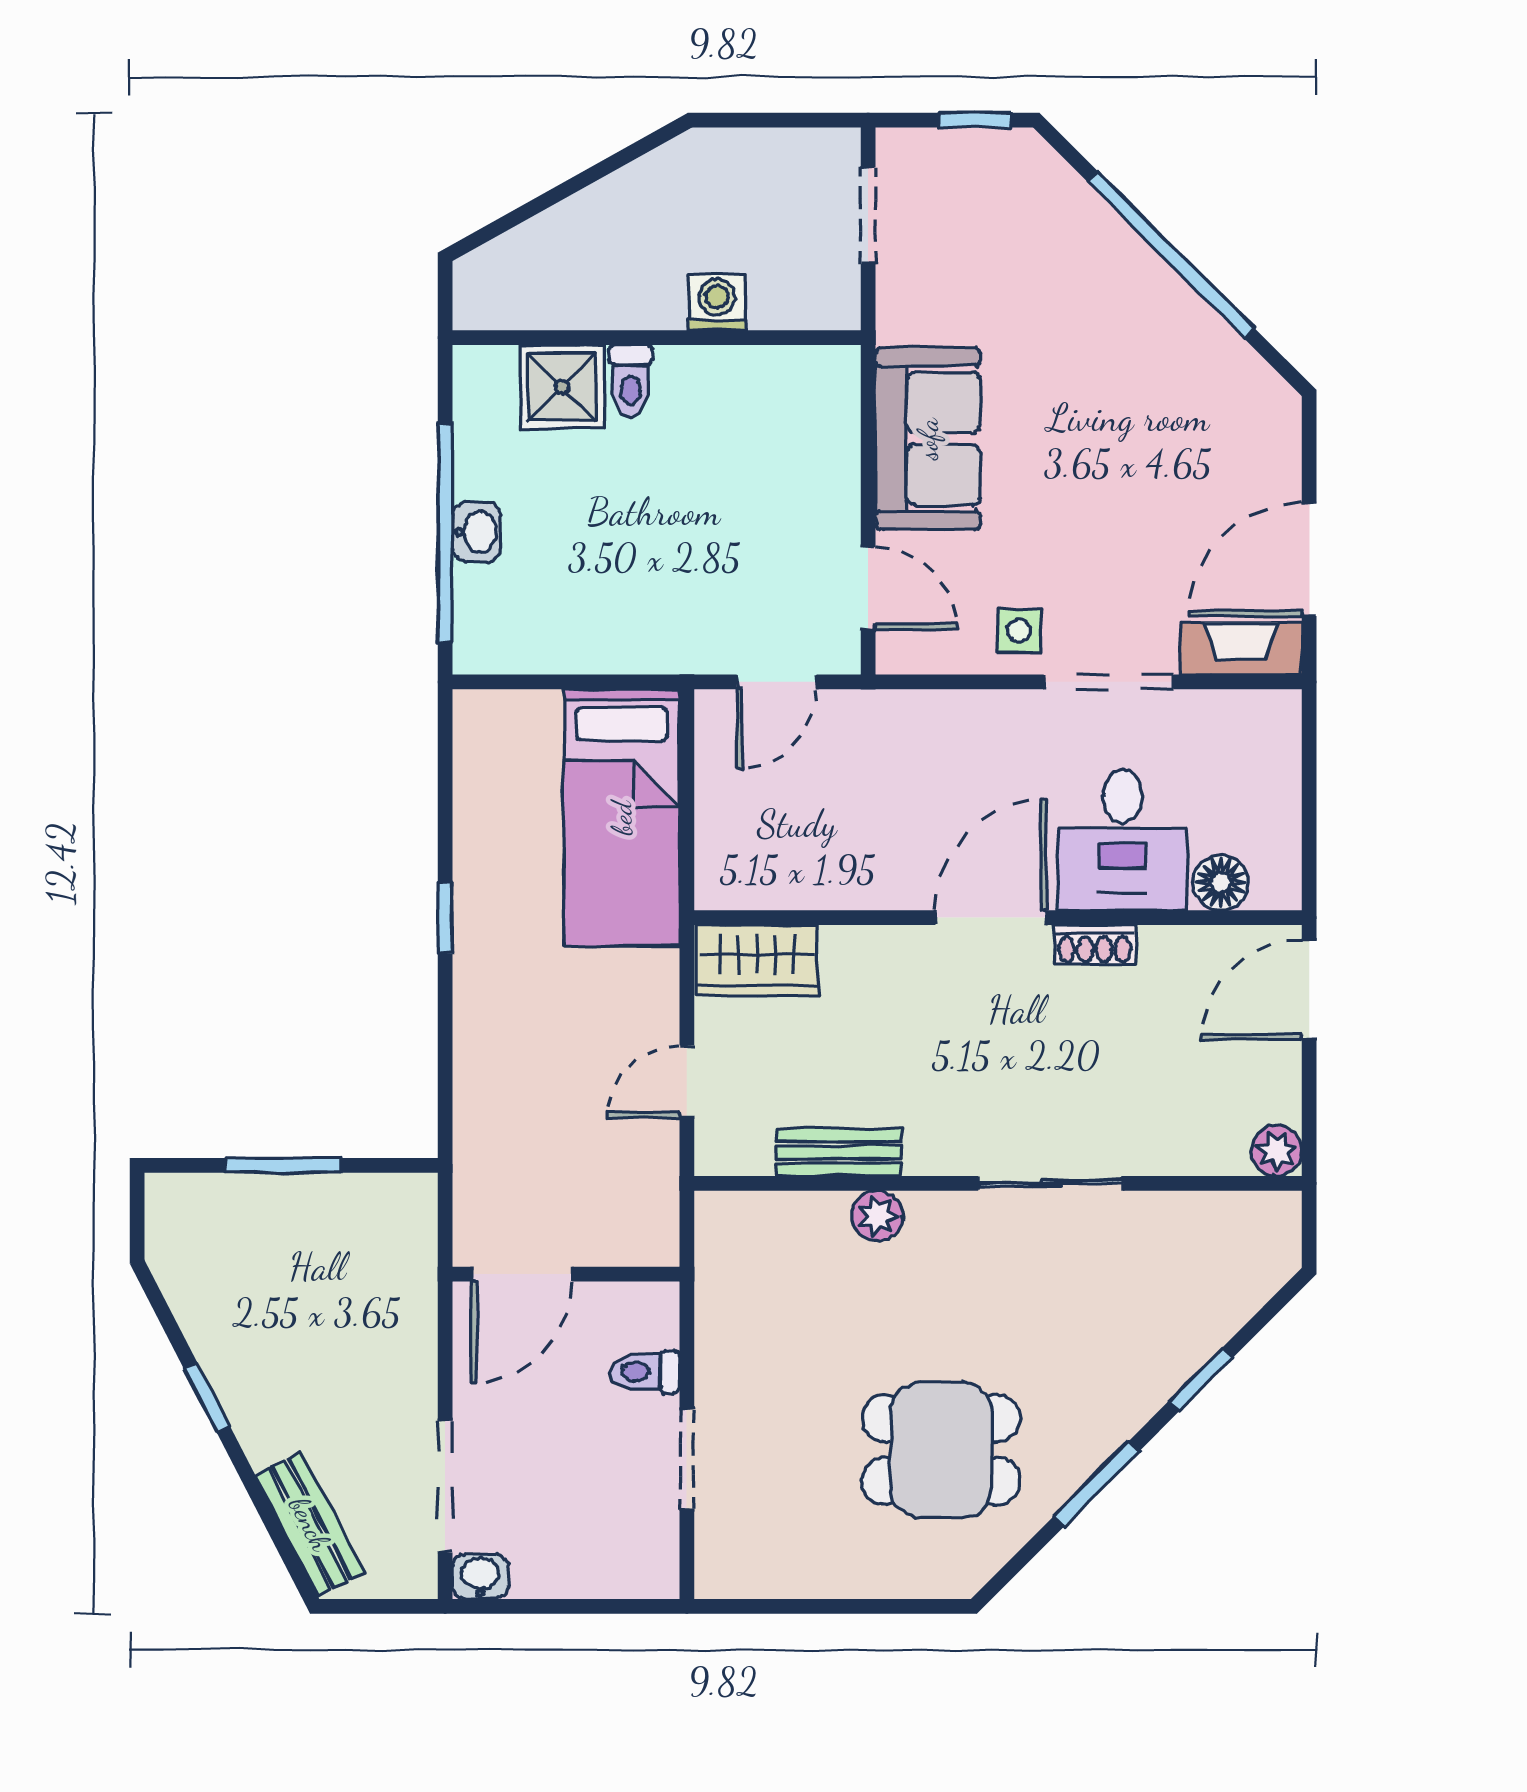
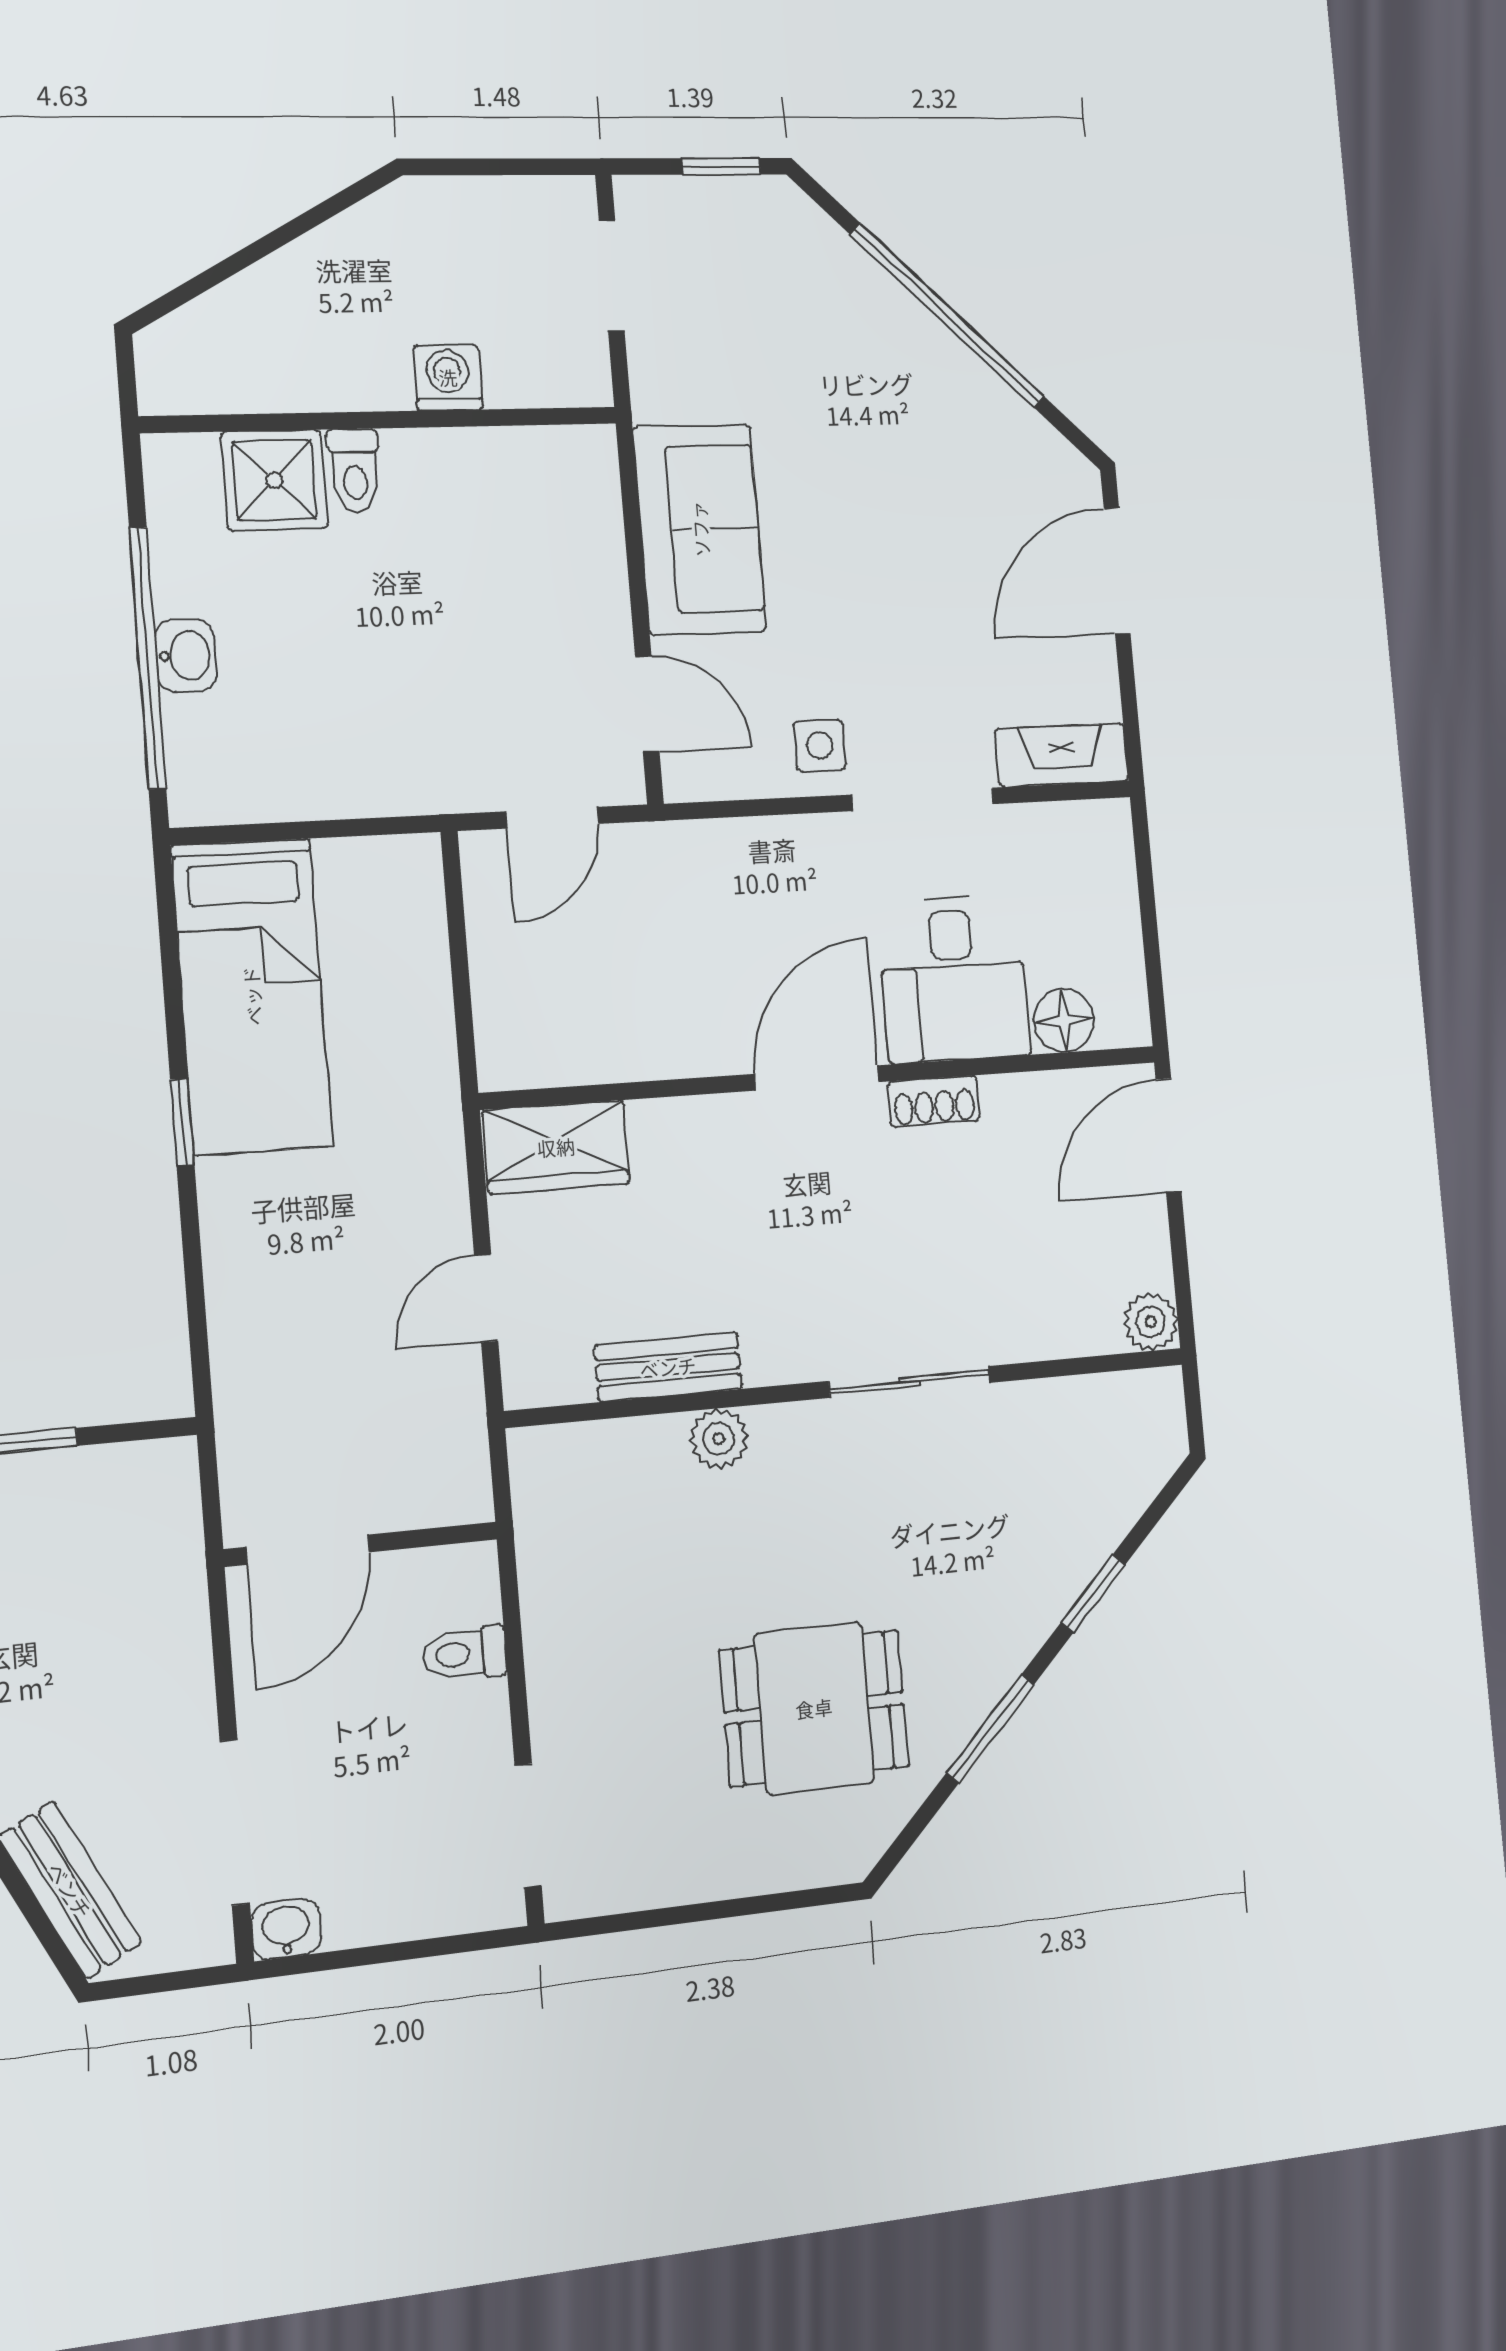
door: (1309, 559) -> (1117, 571), moved
bed: (622, 818) -> (252, 996), moved
doorway: (687, 1459) -> (528, 1826), moved

